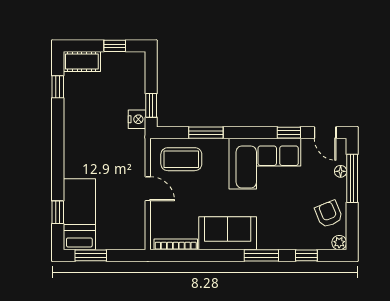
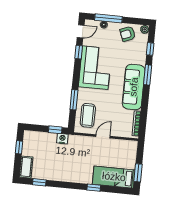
window: (58, 212) -> (94, 188), moved
sofa: (228, 233) -> (134, 87), width x1.36

